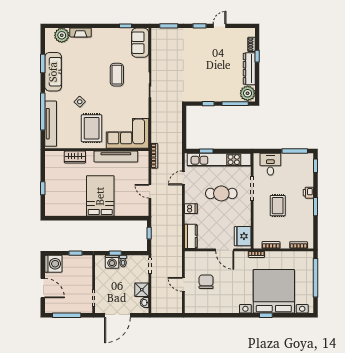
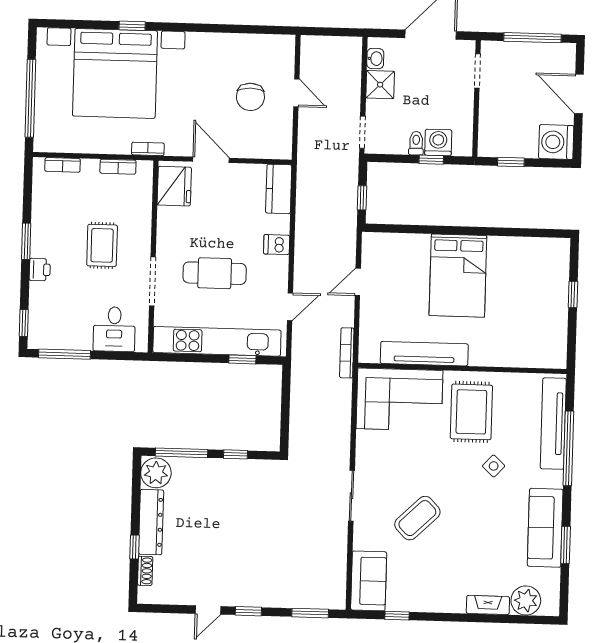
coffee table: (117, 75) -> (417, 518), turned 46
wardrobe: (75, 157) -> (507, 355), removed
door: (150, 191) -> (358, 282), swing flipped

